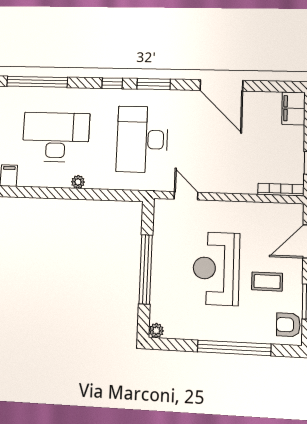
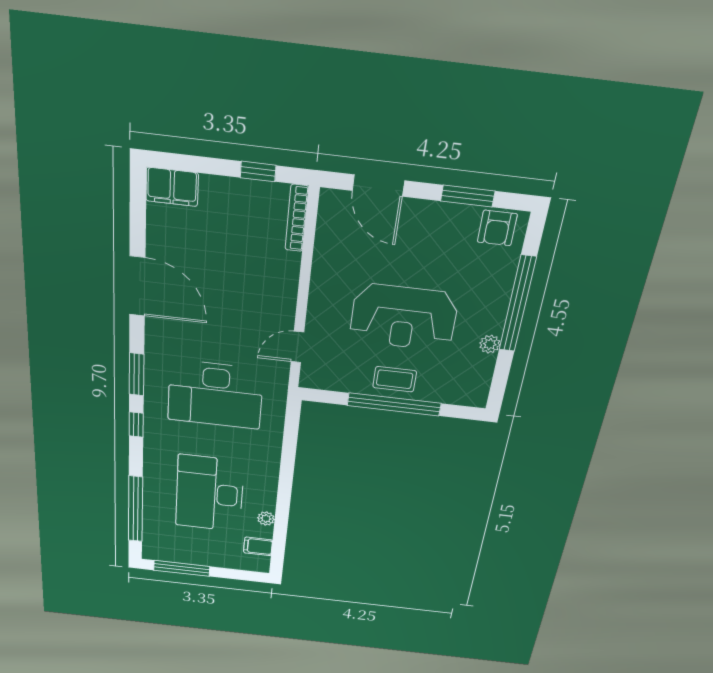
door: (221, 85) -> (137, 286), hinge flipped
plant: (78, 182) -> (266, 519), moved
coffee table: (267, 282) -> (395, 379), moved, turned 90
plant: (156, 331) -> (490, 344), moved

